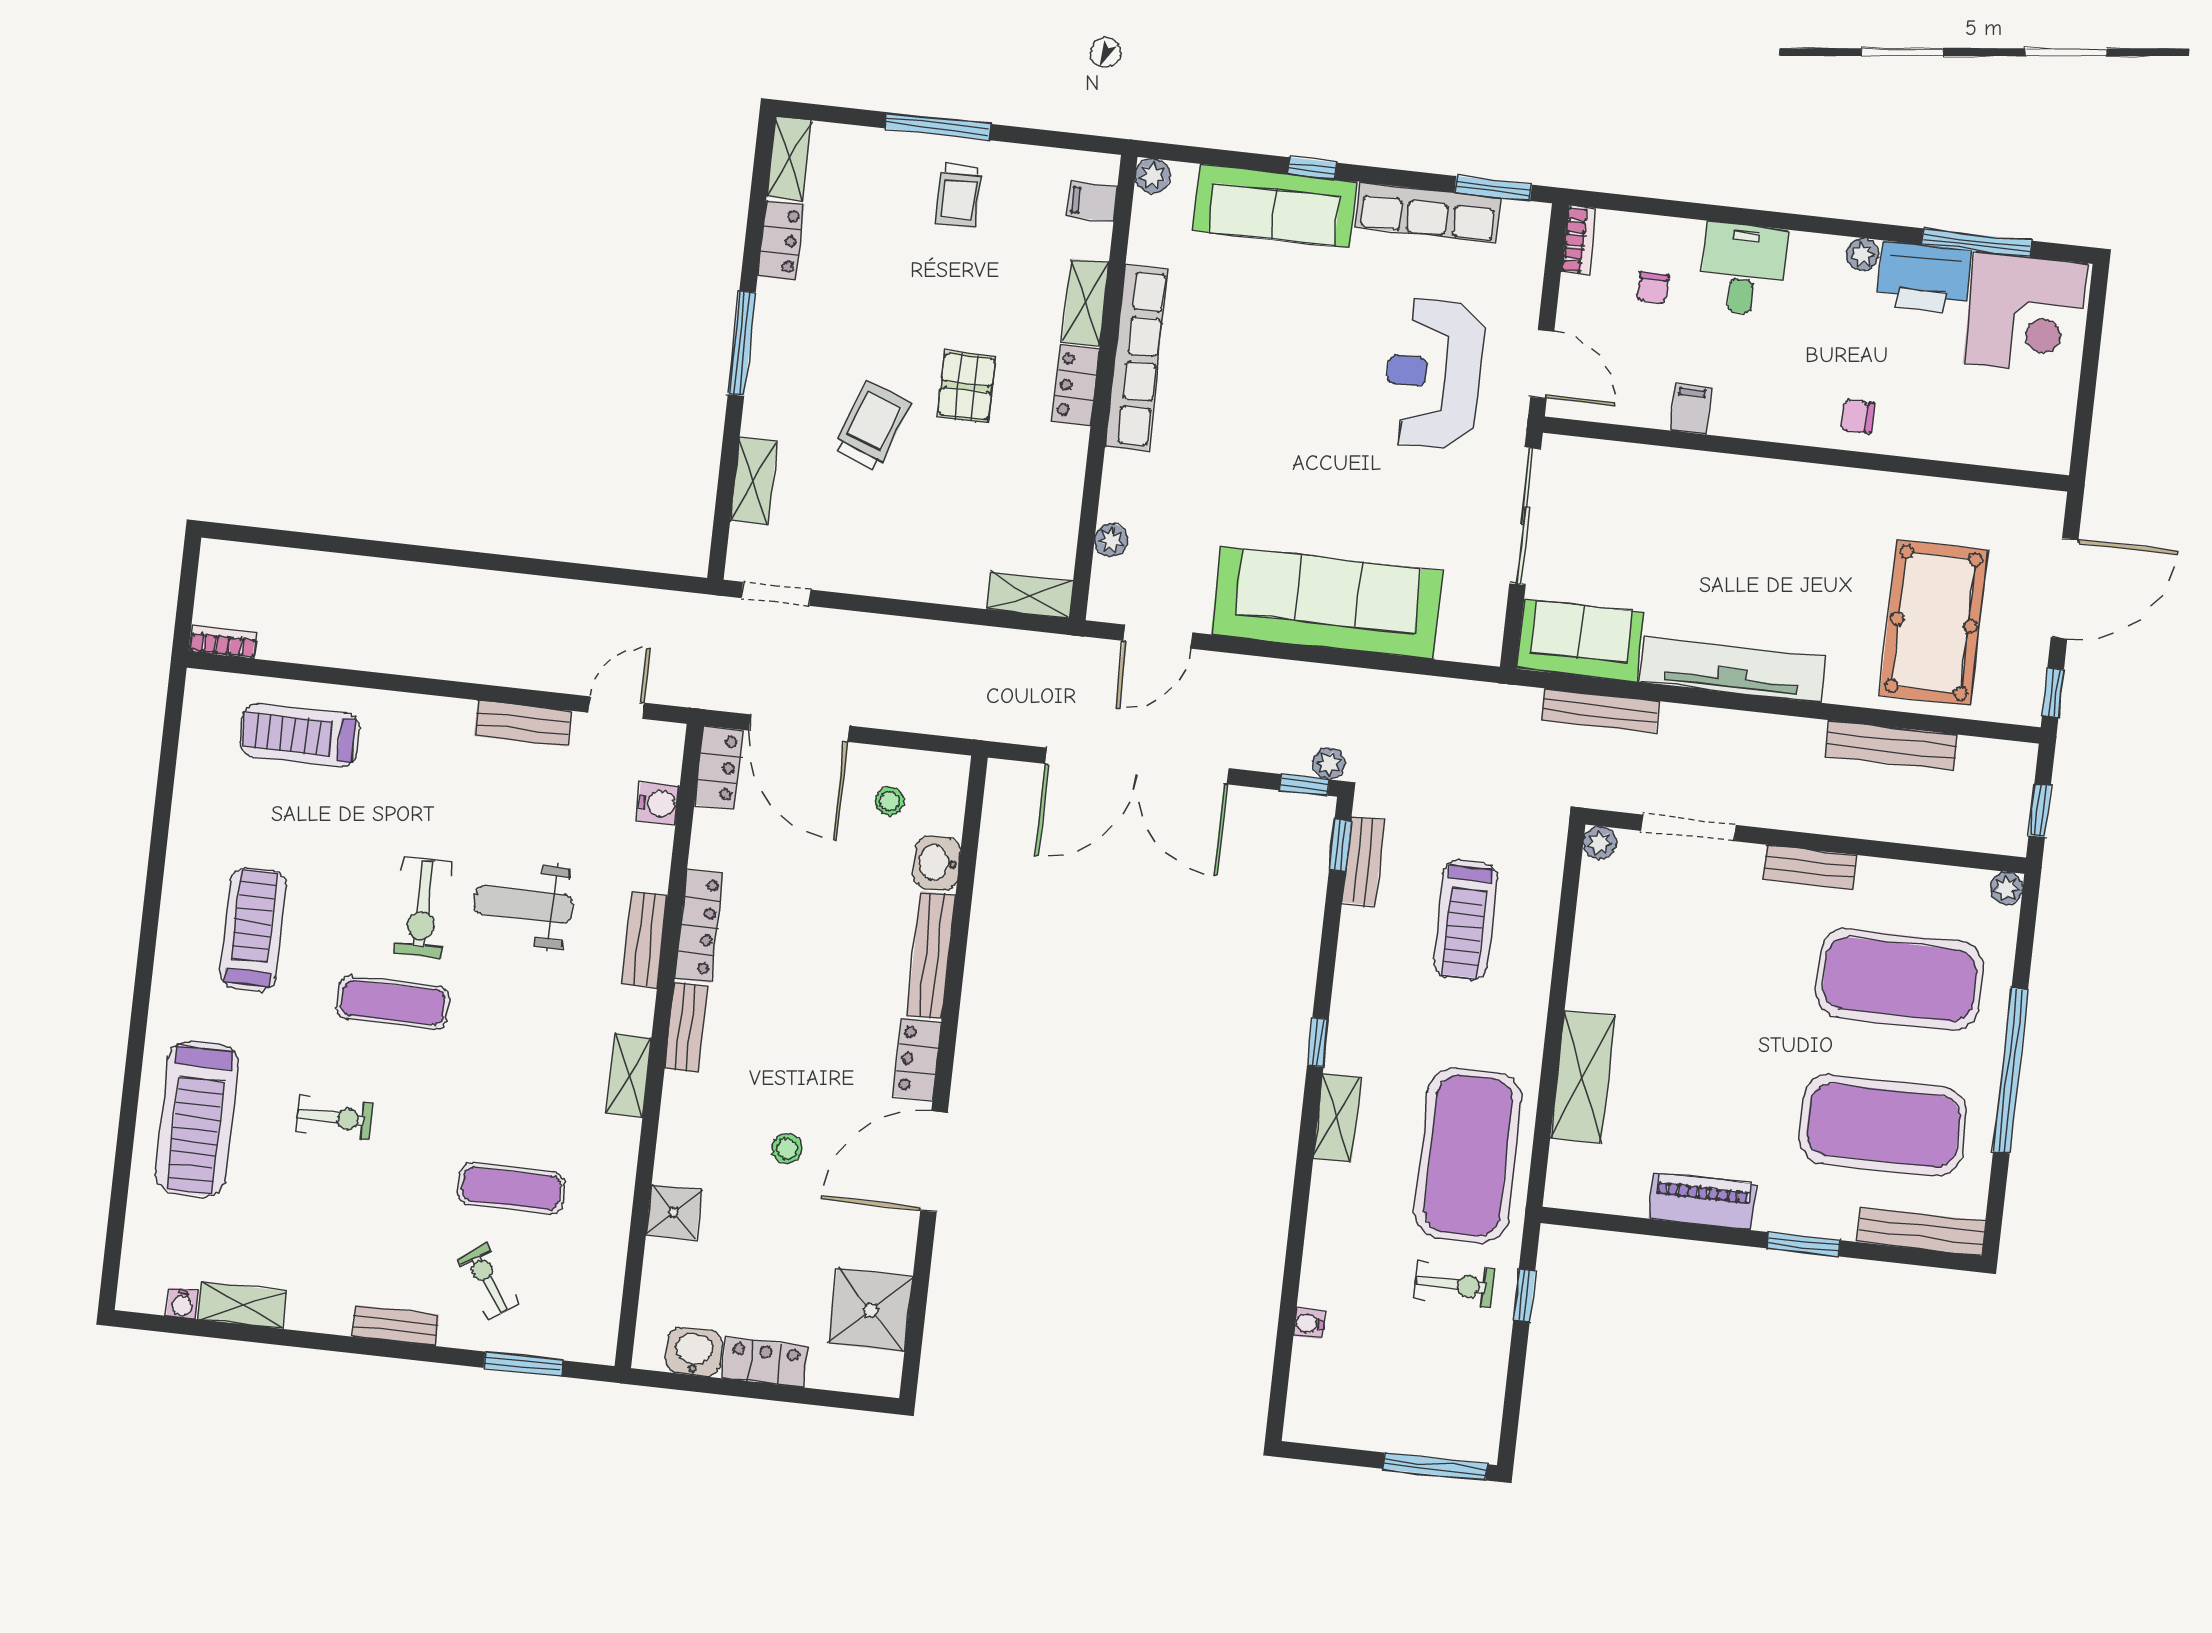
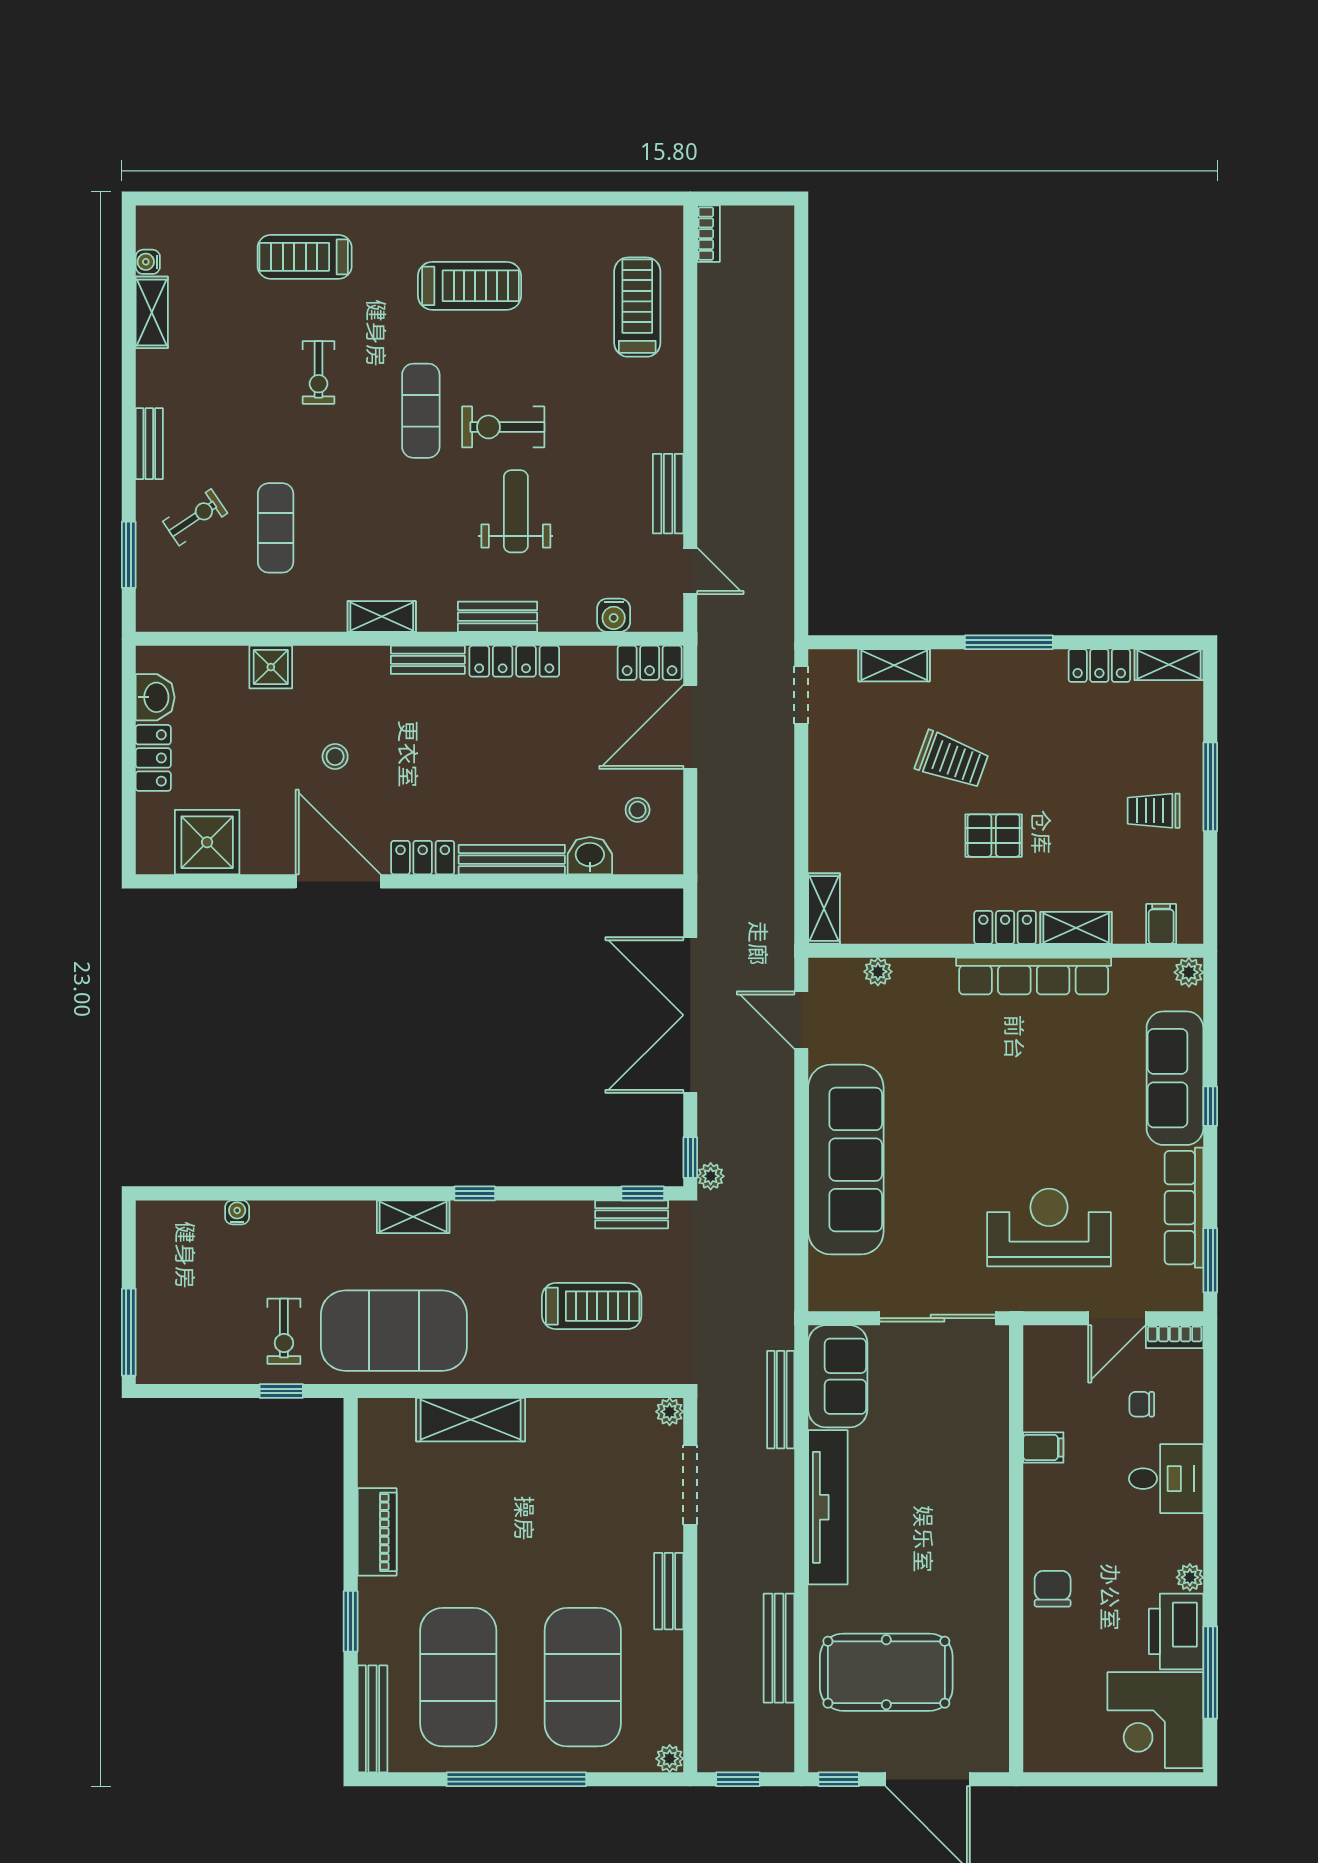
door: (1542, 364) -> (1117, 1318), moved
chair: (1858, 417) -> (1053, 1589), width x1.37, depth x1.37
treadmill: (1465, 920) -> (592, 1306), turned 180
treadmill: (197, 1119) -> (305, 257), width x0.73, depth x0.73

